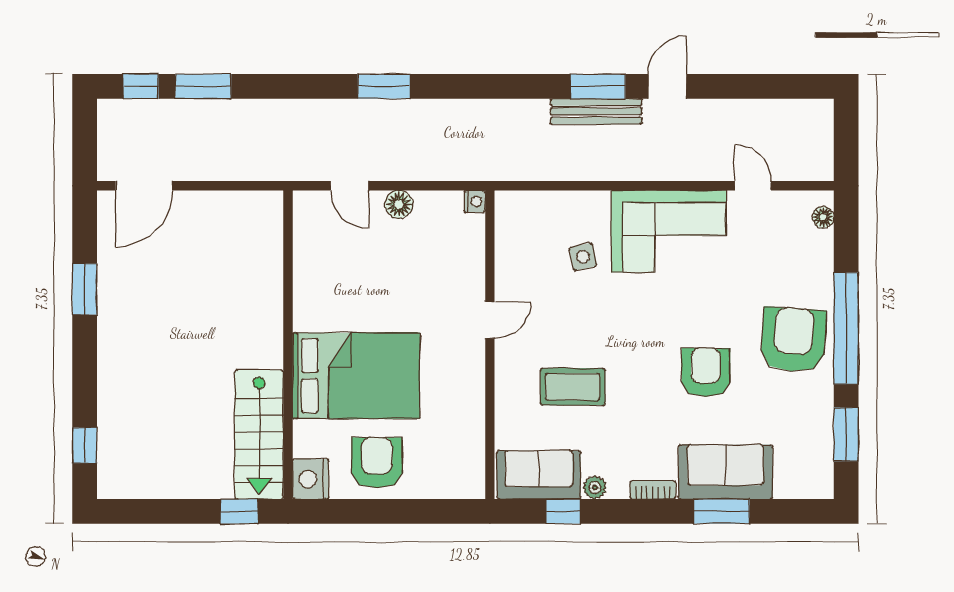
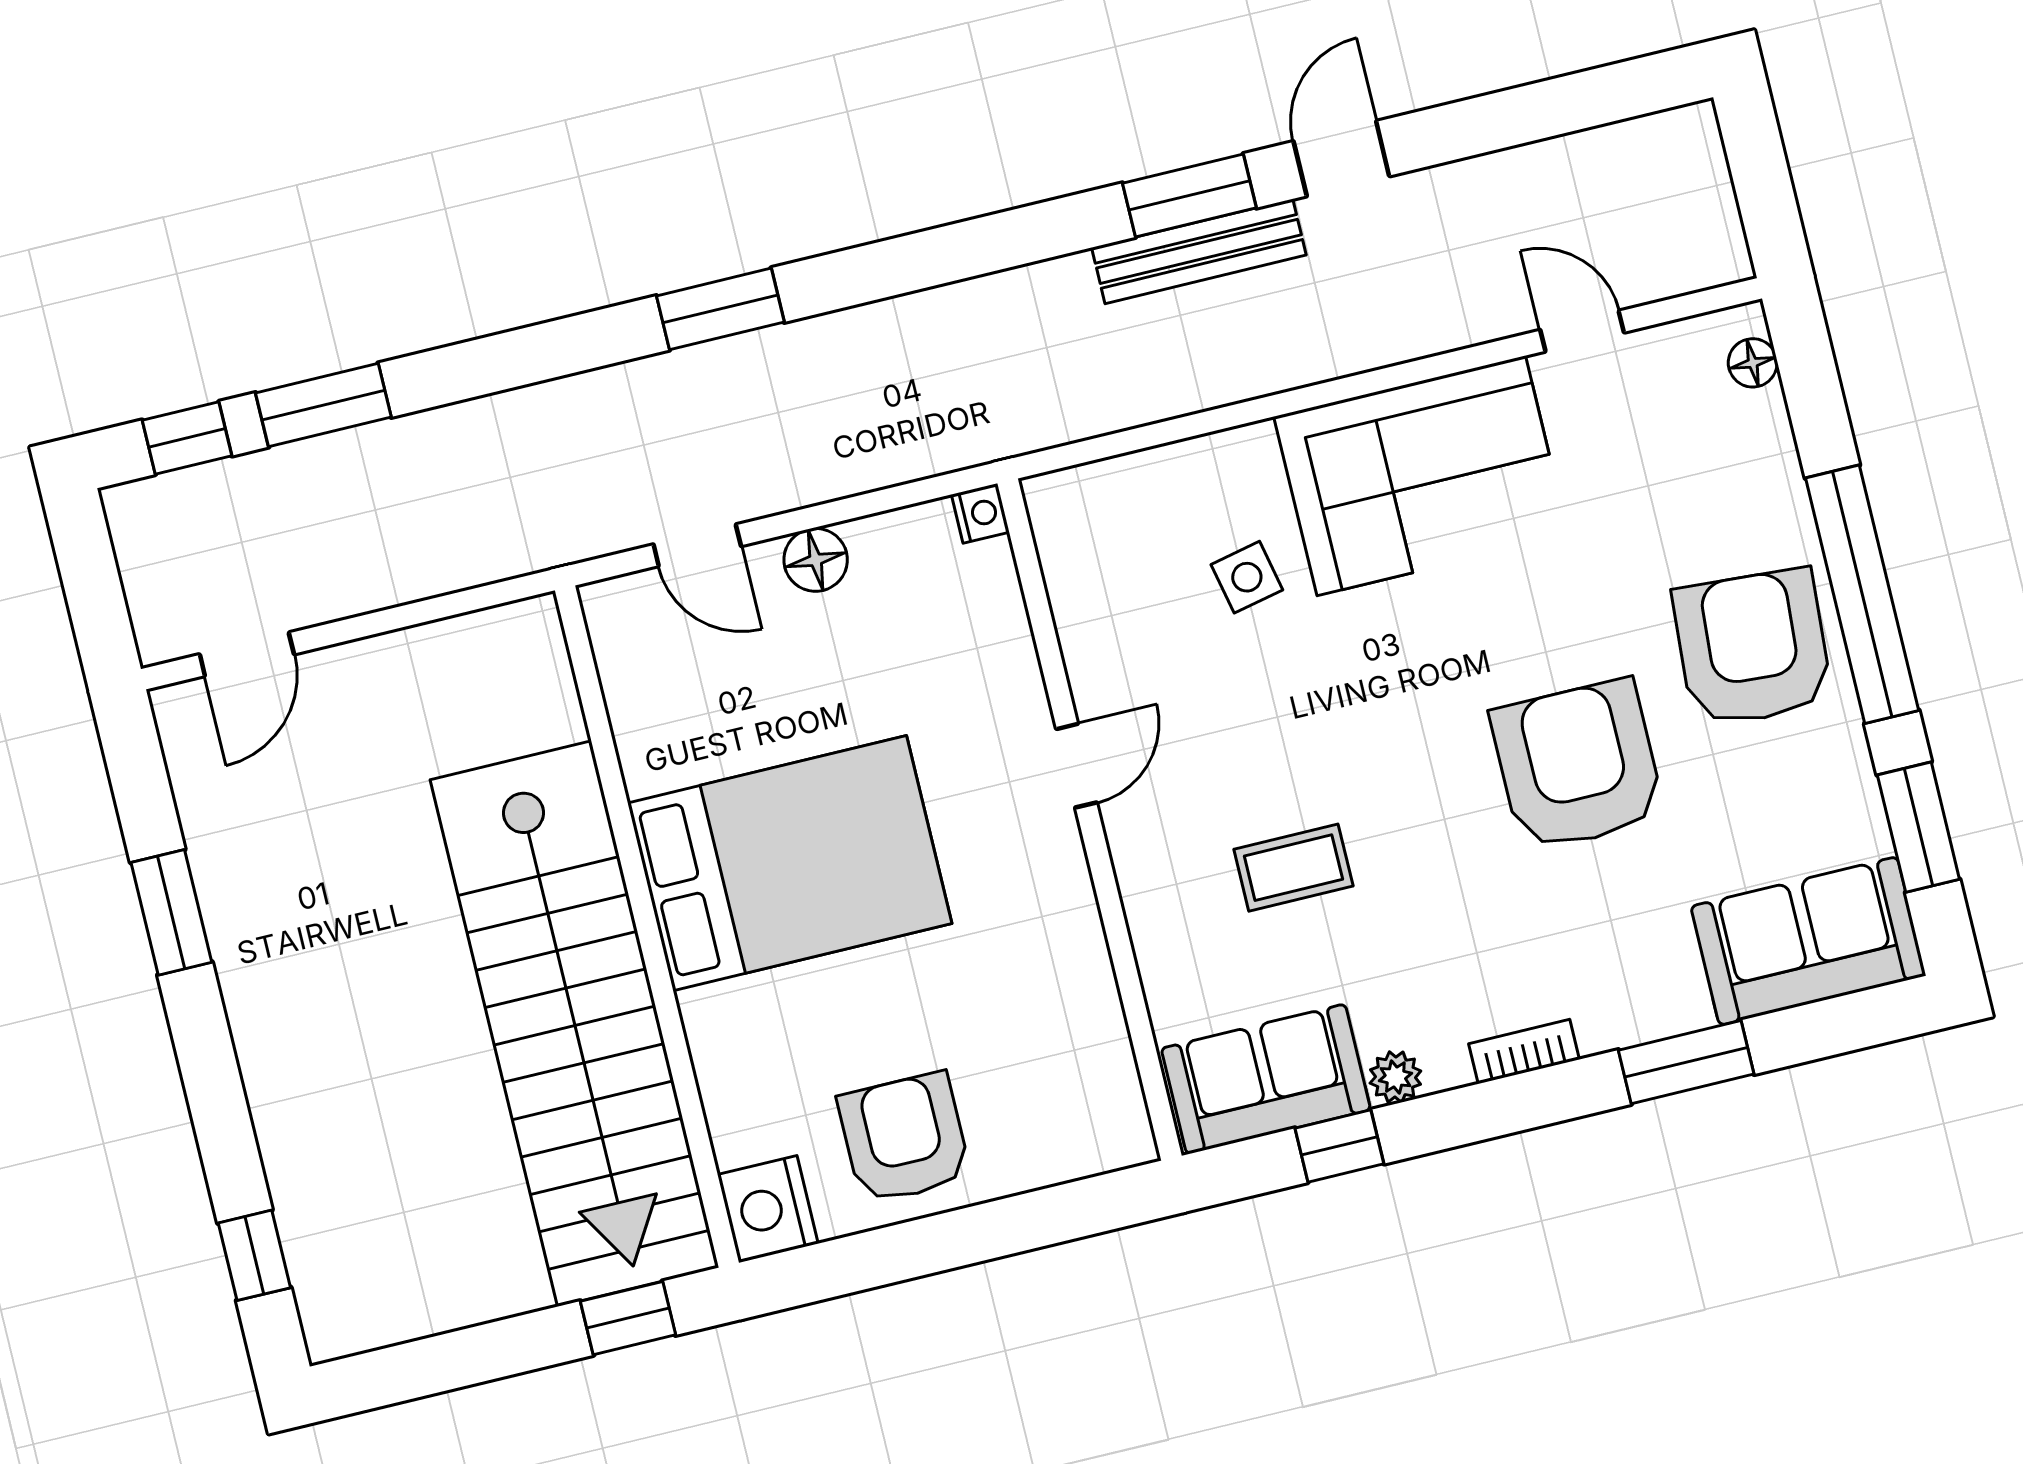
door: (144, 186) -> (247, 654), width x0.73
armchair: (706, 372) -> (1578, 765), width x1.36, depth x1.36
bed: (356, 376) -> (790, 863), moved
coffee table: (573, 387) -> (1293, 868), width x0.73, depth x0.77
stairs: (259, 435) -> (574, 1024), width x1.86, depth x1.51
sofa: (725, 472) -> (1808, 941), moved

